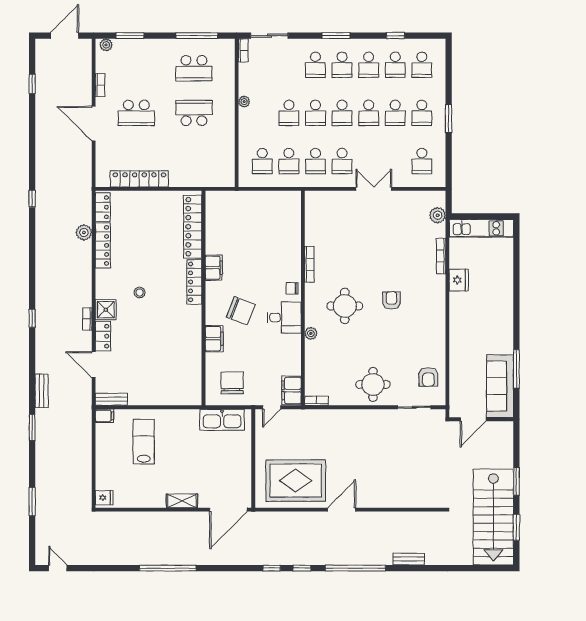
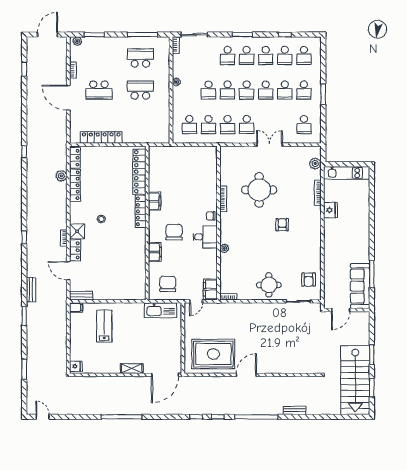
school desk: (194, 68) -> (140, 58), turned 180
round table: (345, 306) -> (259, 190), moved, width x1.36, depth x1.36
chair: (241, 311) -> (174, 232), turned -111

